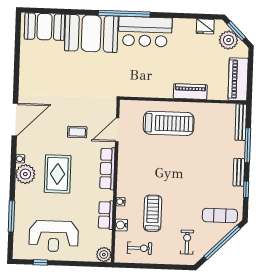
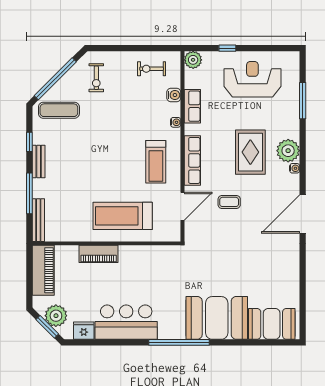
bar counter: (145, 32) -> (126, 322), moved
treadmill: (153, 213) -> (156, 162), moved
window: (40, 262) -> (227, 48), moved

